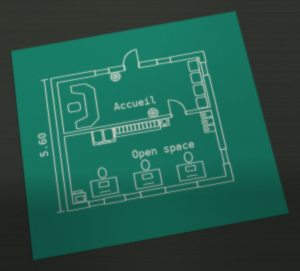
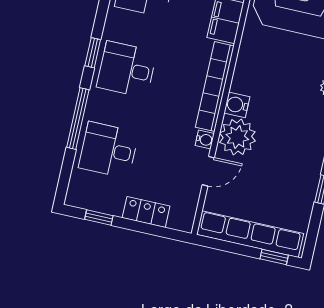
plant: (153, 113) -> (237, 137), width x1.88, depth x1.88
water cooler: (142, 114) -> (237, 105), added
locker: (208, 121) -> (146, 212), moved
window: (133, 196) -> (93, 53), moved

